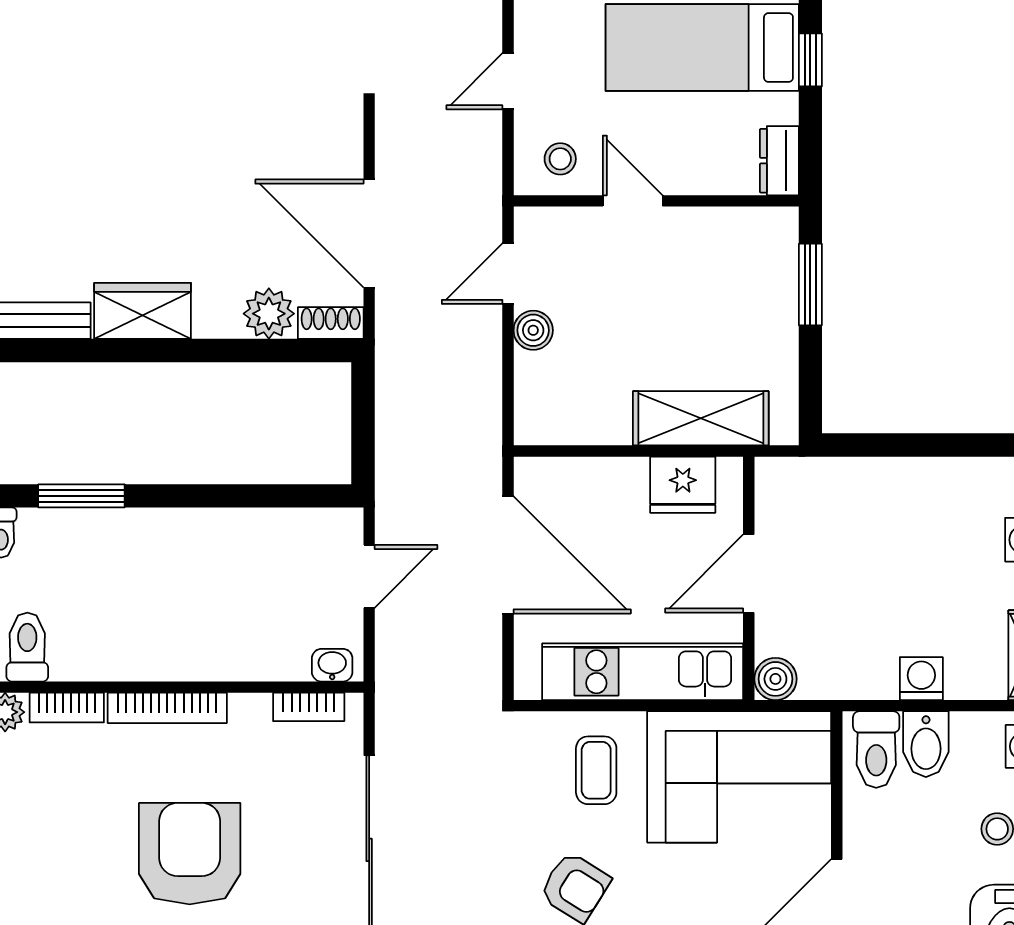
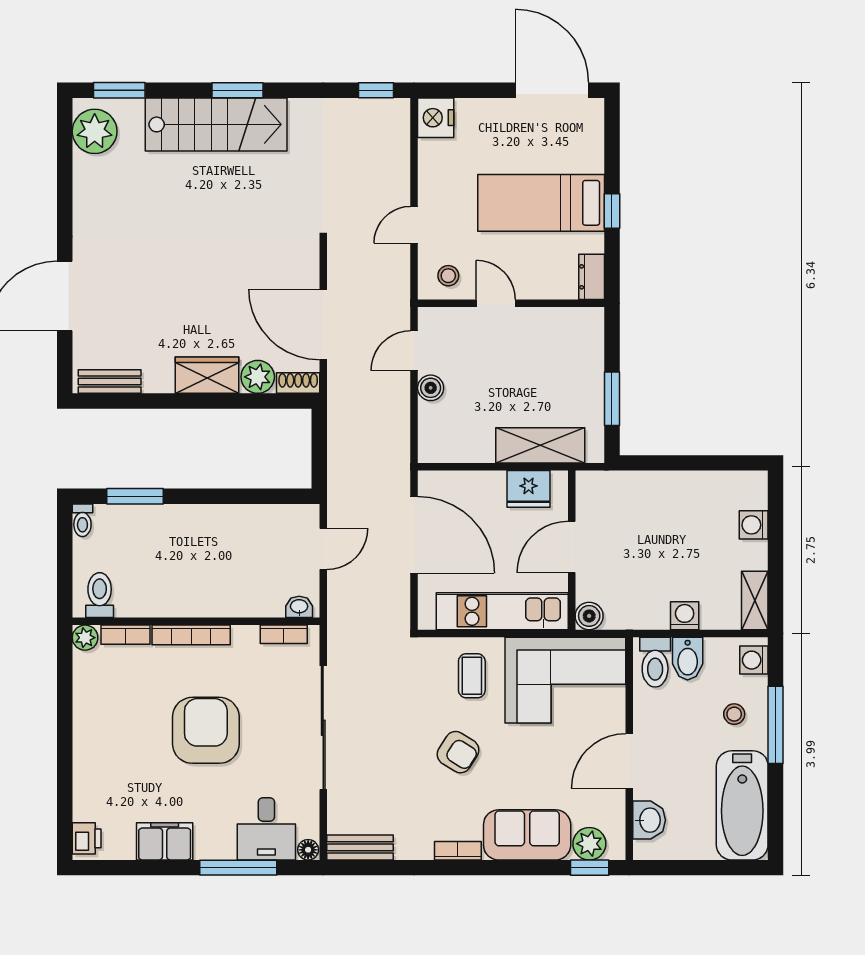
window: (810, 284) -> (612, 399), moved
wardrobe: (143, 311) -> (207, 375), moved

